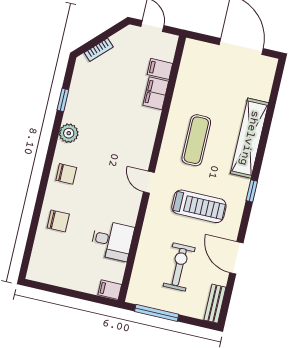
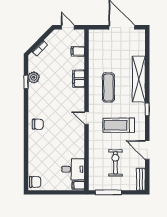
filing cabinet: (156, 93) -> (79, 79), moved
plant: (69, 133) -> (34, 77), moved
treadmill: (199, 206) -> (119, 125), turned 180
chair: (58, 221) -> (35, 182), moved
desk: (112, 240) -> (73, 169), moved

